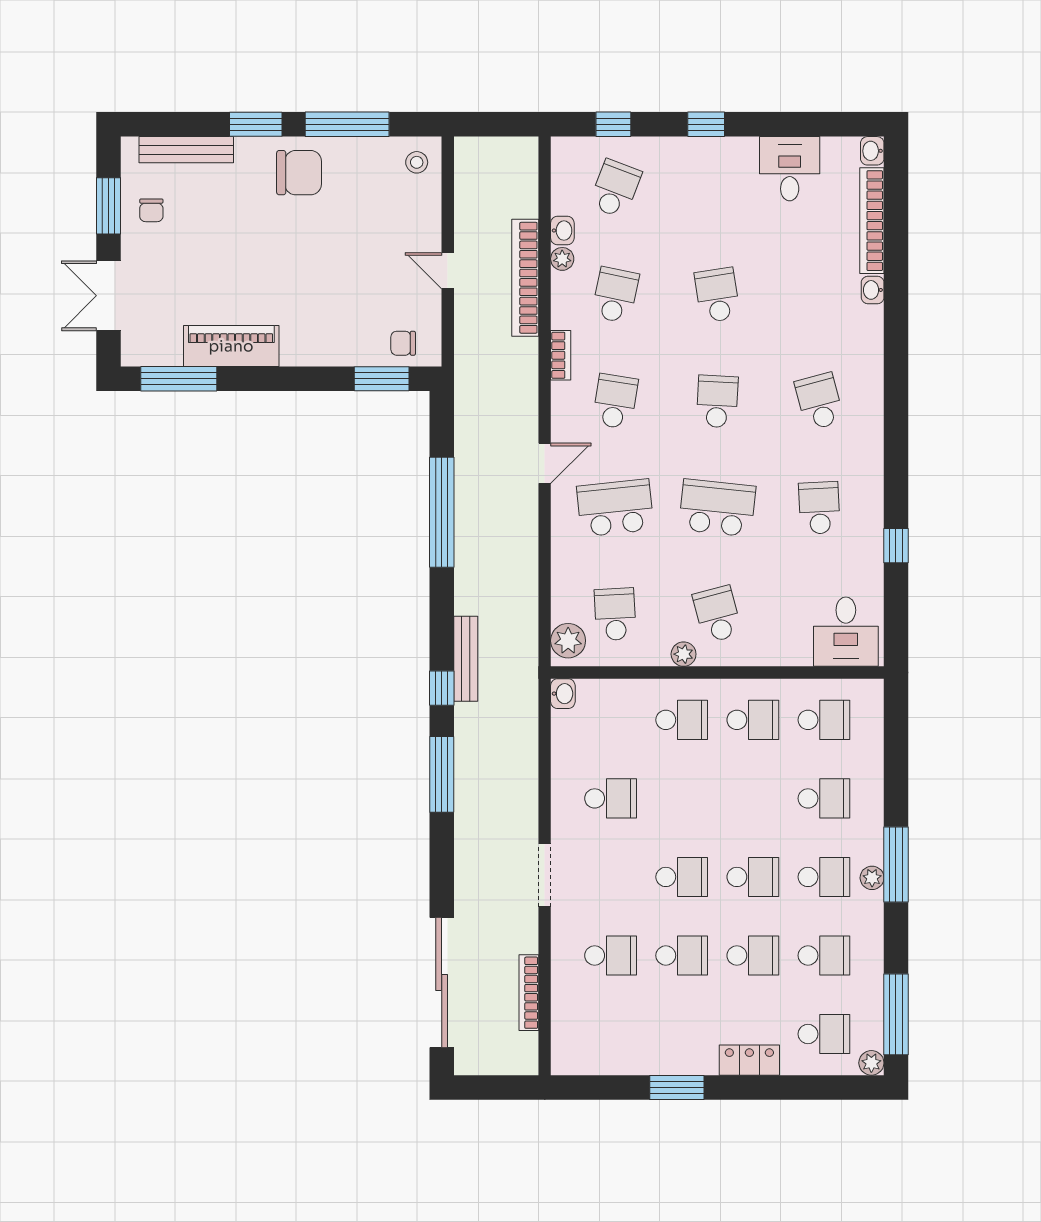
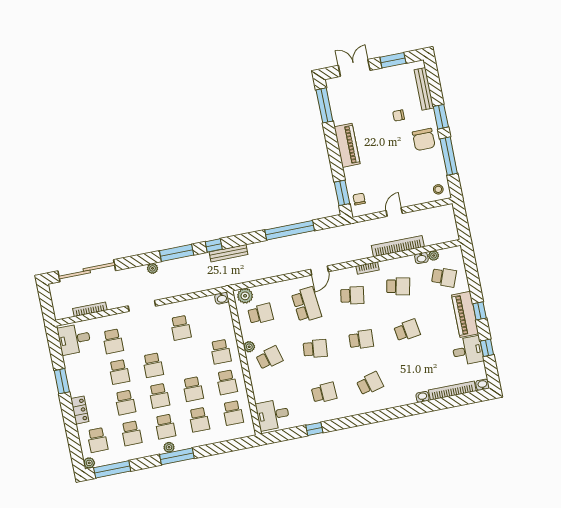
window: (613, 124) -> (487, 348), moved
piano: (708, 158) -> (465, 314), added
chair: (151, 210) -> (399, 115), moved
plant: (562, 259) -> (434, 256), moved
piano: (231, 346) -> (347, 145), moved
door: (545, 463) -> (320, 270), hinge flipped
school desk: (717, 508) -> (315, 349), width x0.54
school desk: (753, 798) -> (193, 389), added
plant: (466, 835) -> (152, 268), added
desk: (588, 1041) -> (74, 339), added

